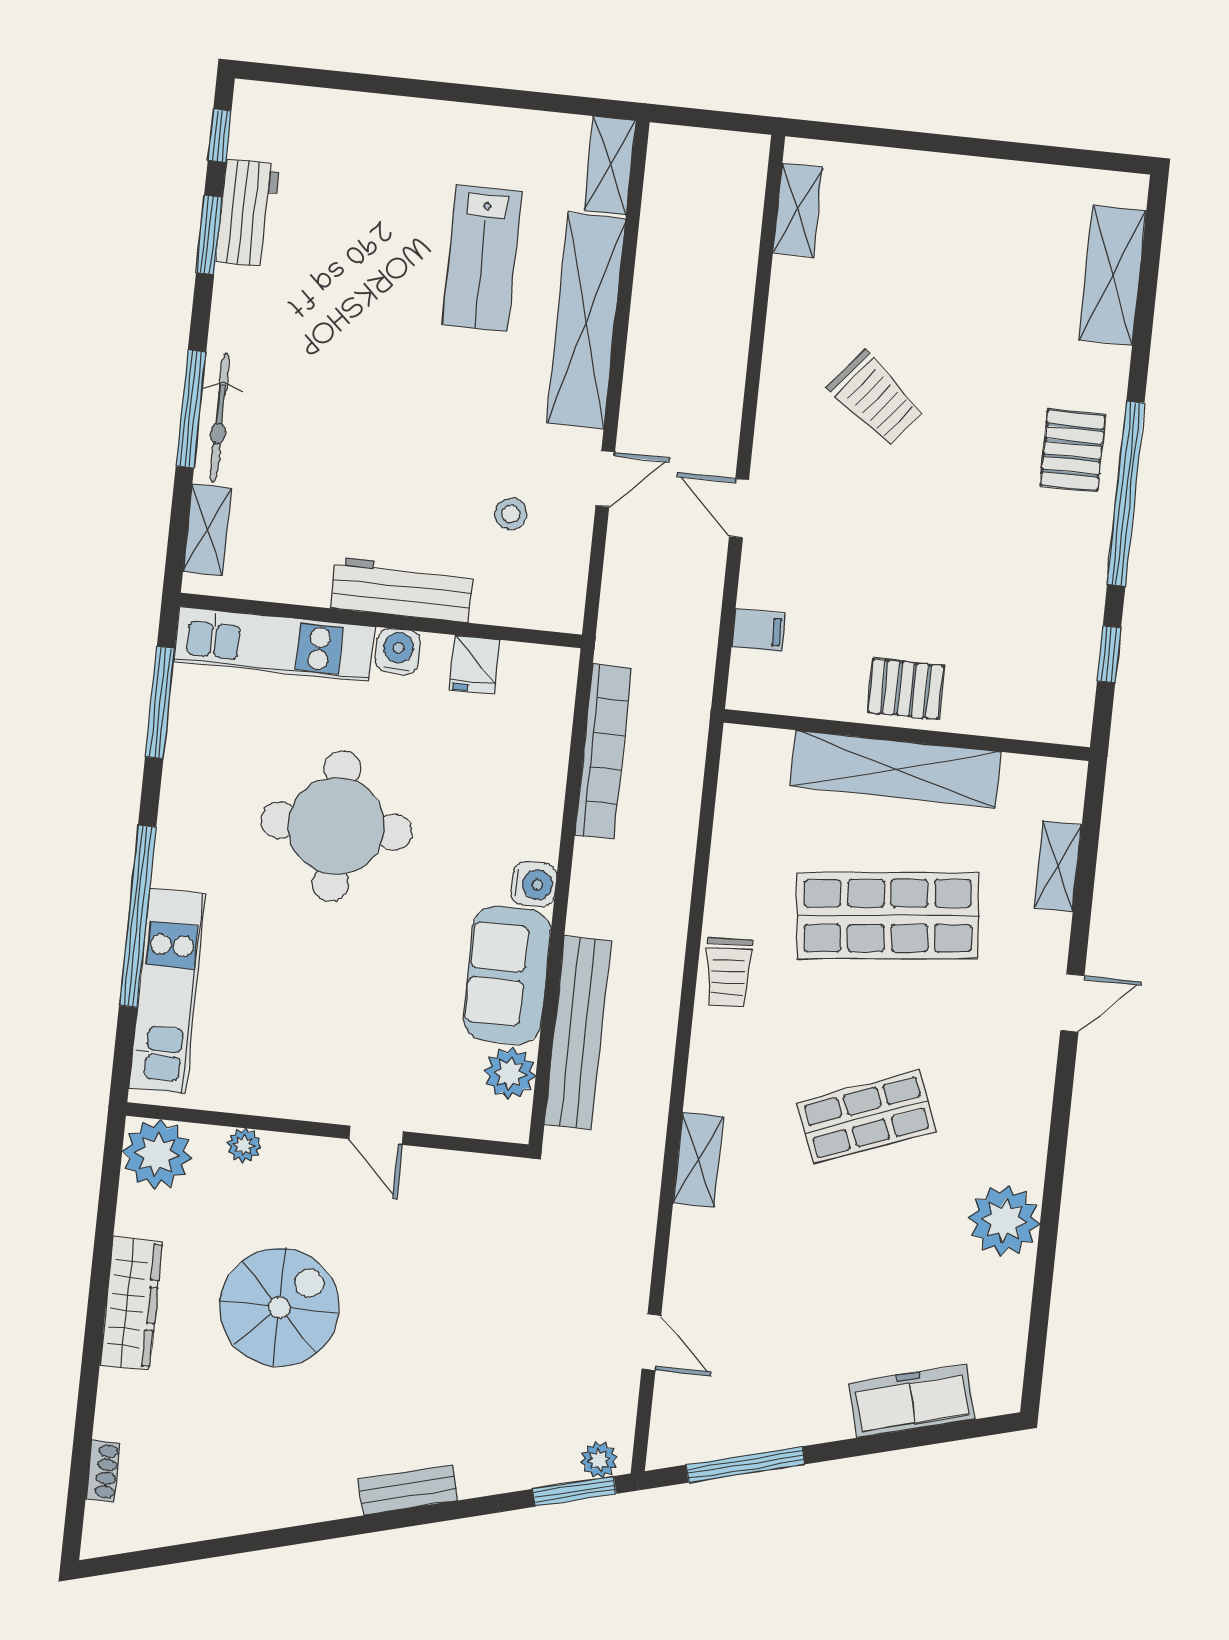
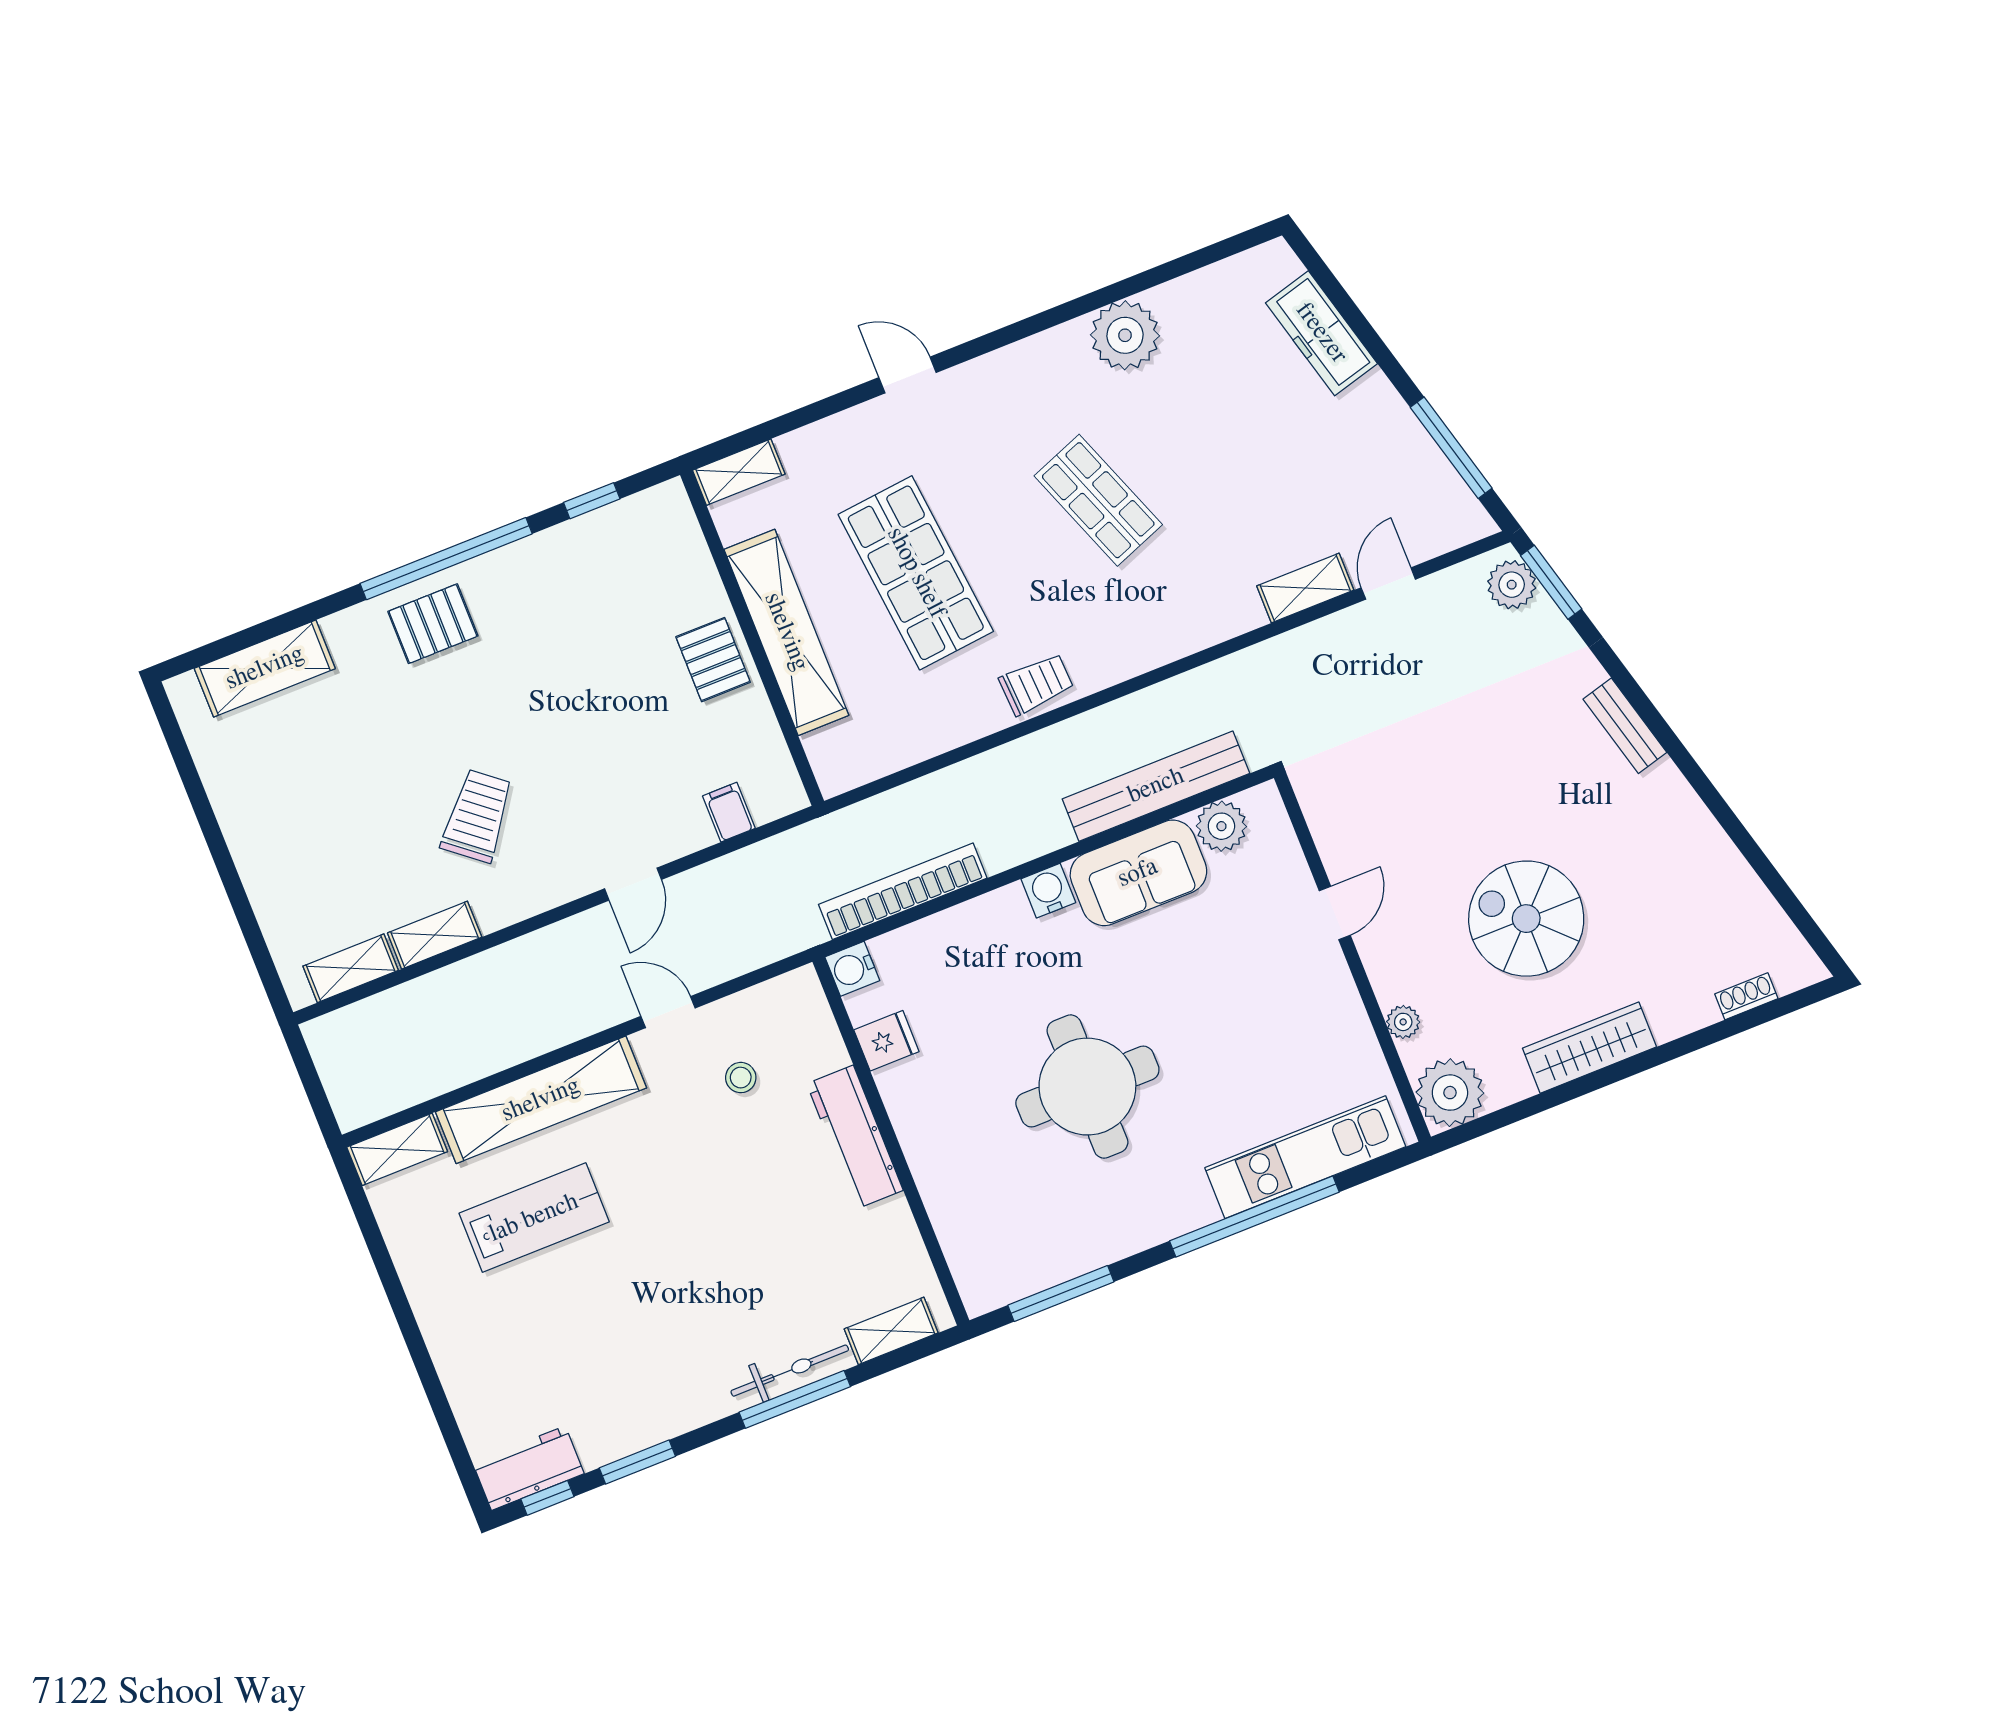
workbench: (247, 213) -> (528, 1468), moved
shelving: (788, 303) -> (435, 935), added
kitchen unit: (274, 644) -> (959, 1222), removed
water cooler: (398, 651) -> (852, 969), moved
shelving: (1058, 866) -> (739, 472), moved
shelving: (698, 1160) -> (1305, 588), moved
plant: (599, 1460) -> (1512, 585), width x1.38, depth x1.38

